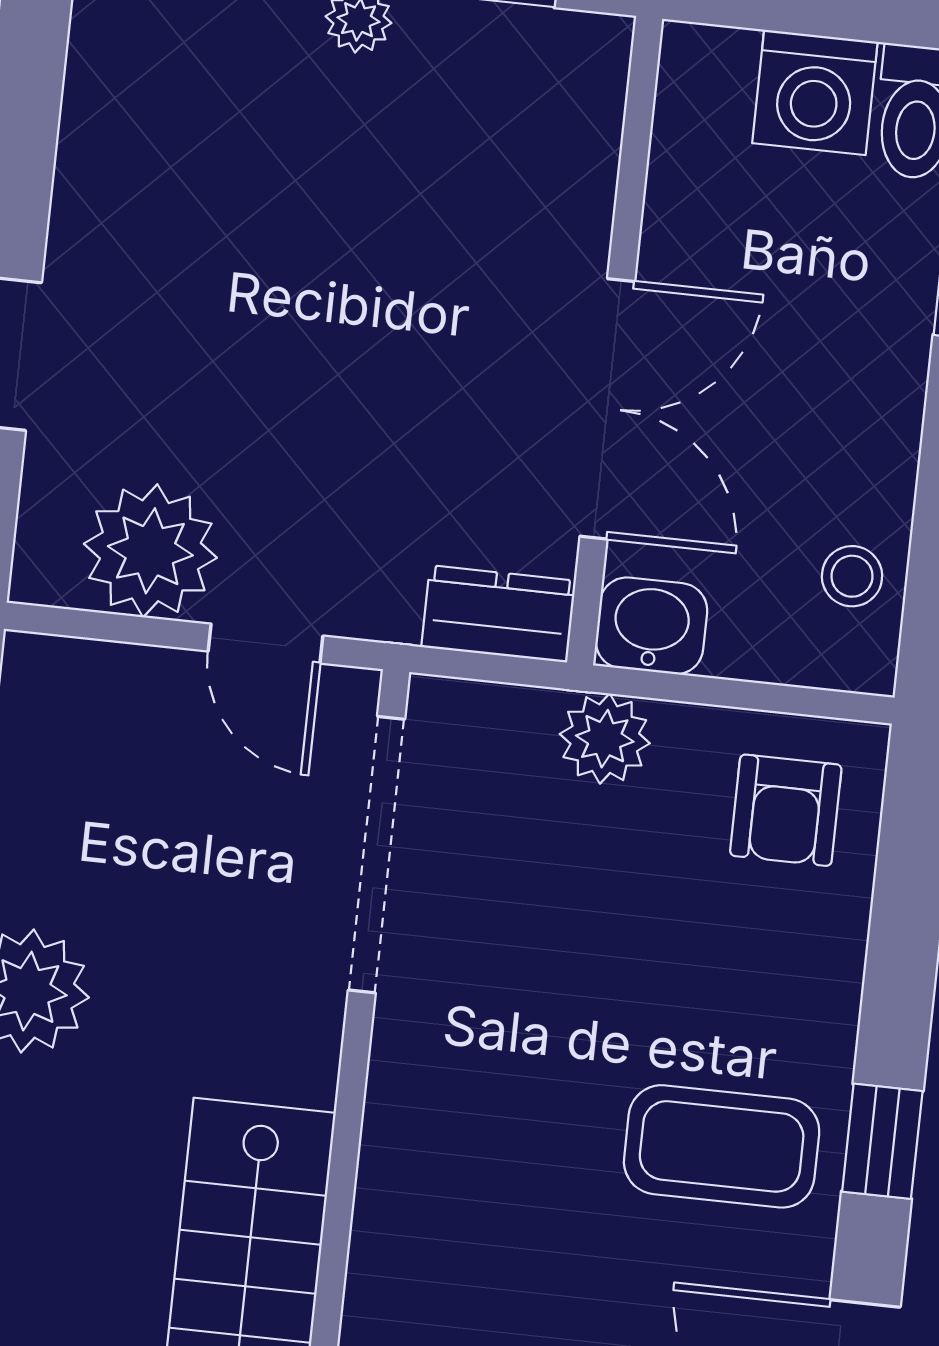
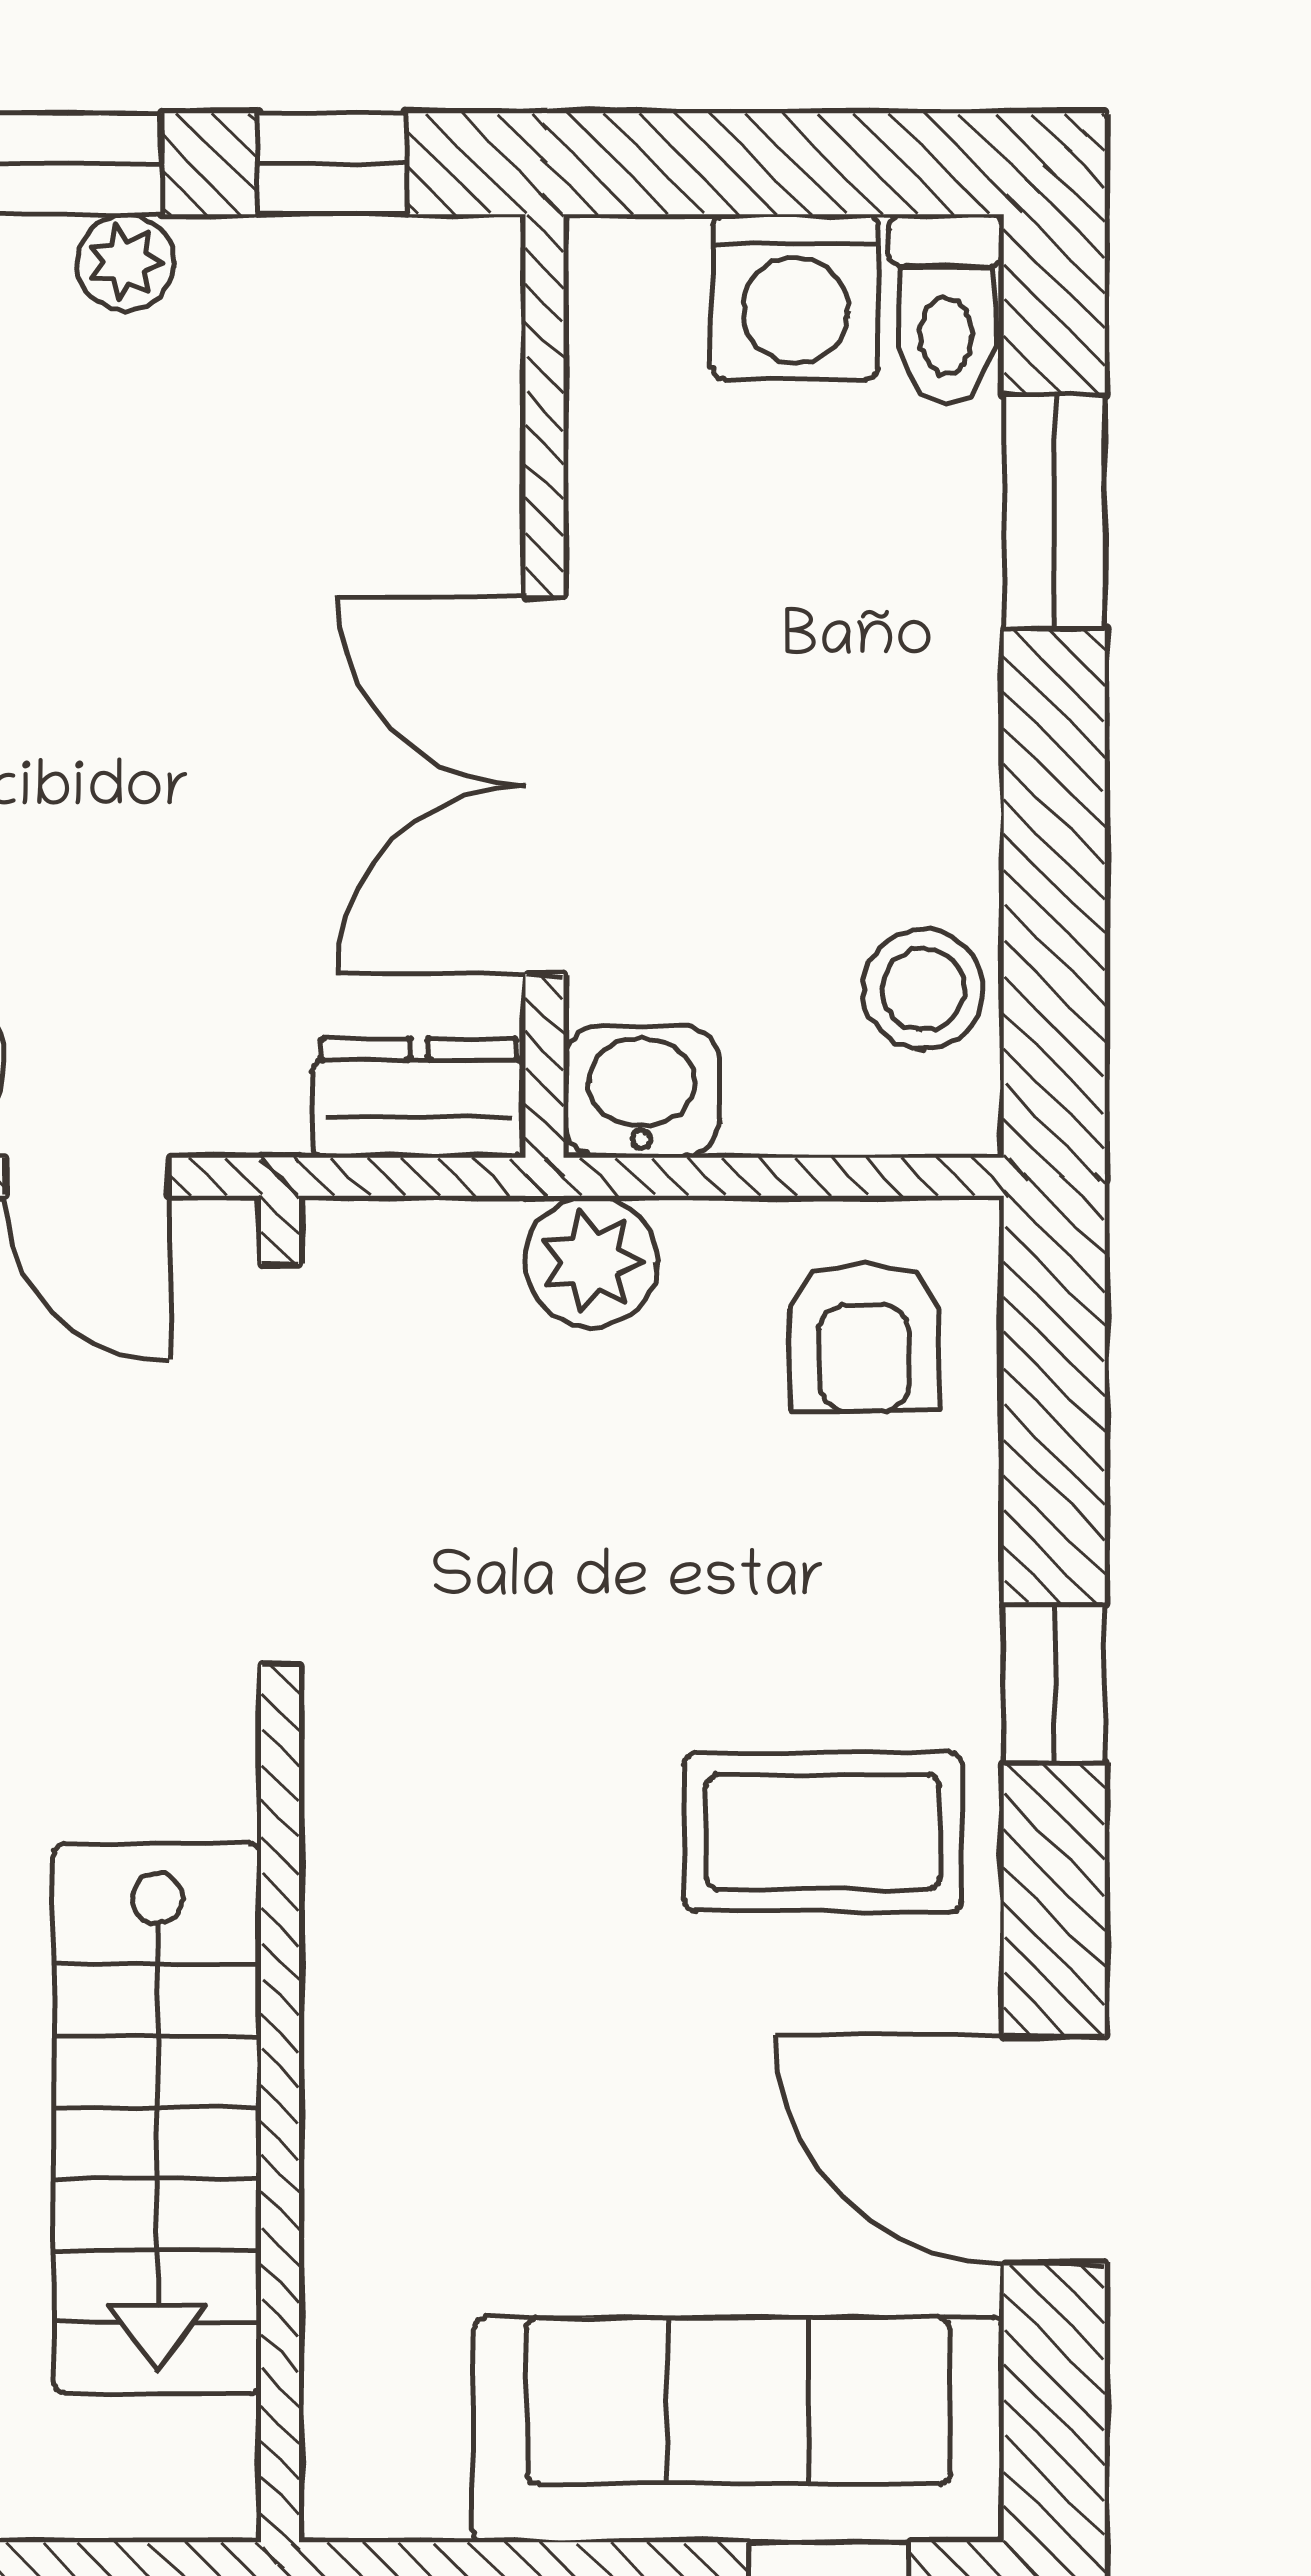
double door: (607, 409) -> (544, 785), swing flipped
stool: (852, 576) -> (923, 989), width x1.37, depth x1.37
window: (882, 1141) -> (1054, 1684), moved

